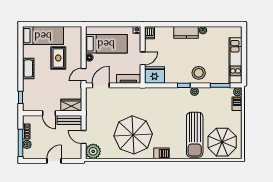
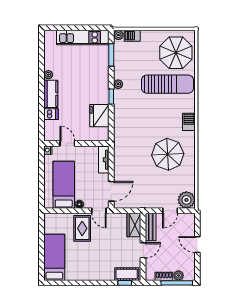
dishwasher: (149, 33) -> (51, 114), moved
rug: (58, 58) -> (82, 228), moved, turned 90
door: (143, 58) -> (67, 143), moved
cot: (28, 68) -> (127, 274), moved
stool: (199, 73) -> (97, 79), removed
fridge: (154, 75) -> (99, 116), moved
door: (101, 85) -> (111, 191), swing flipped
parasol: (133, 135) -> (168, 154), width x0.73, depth x0.73

